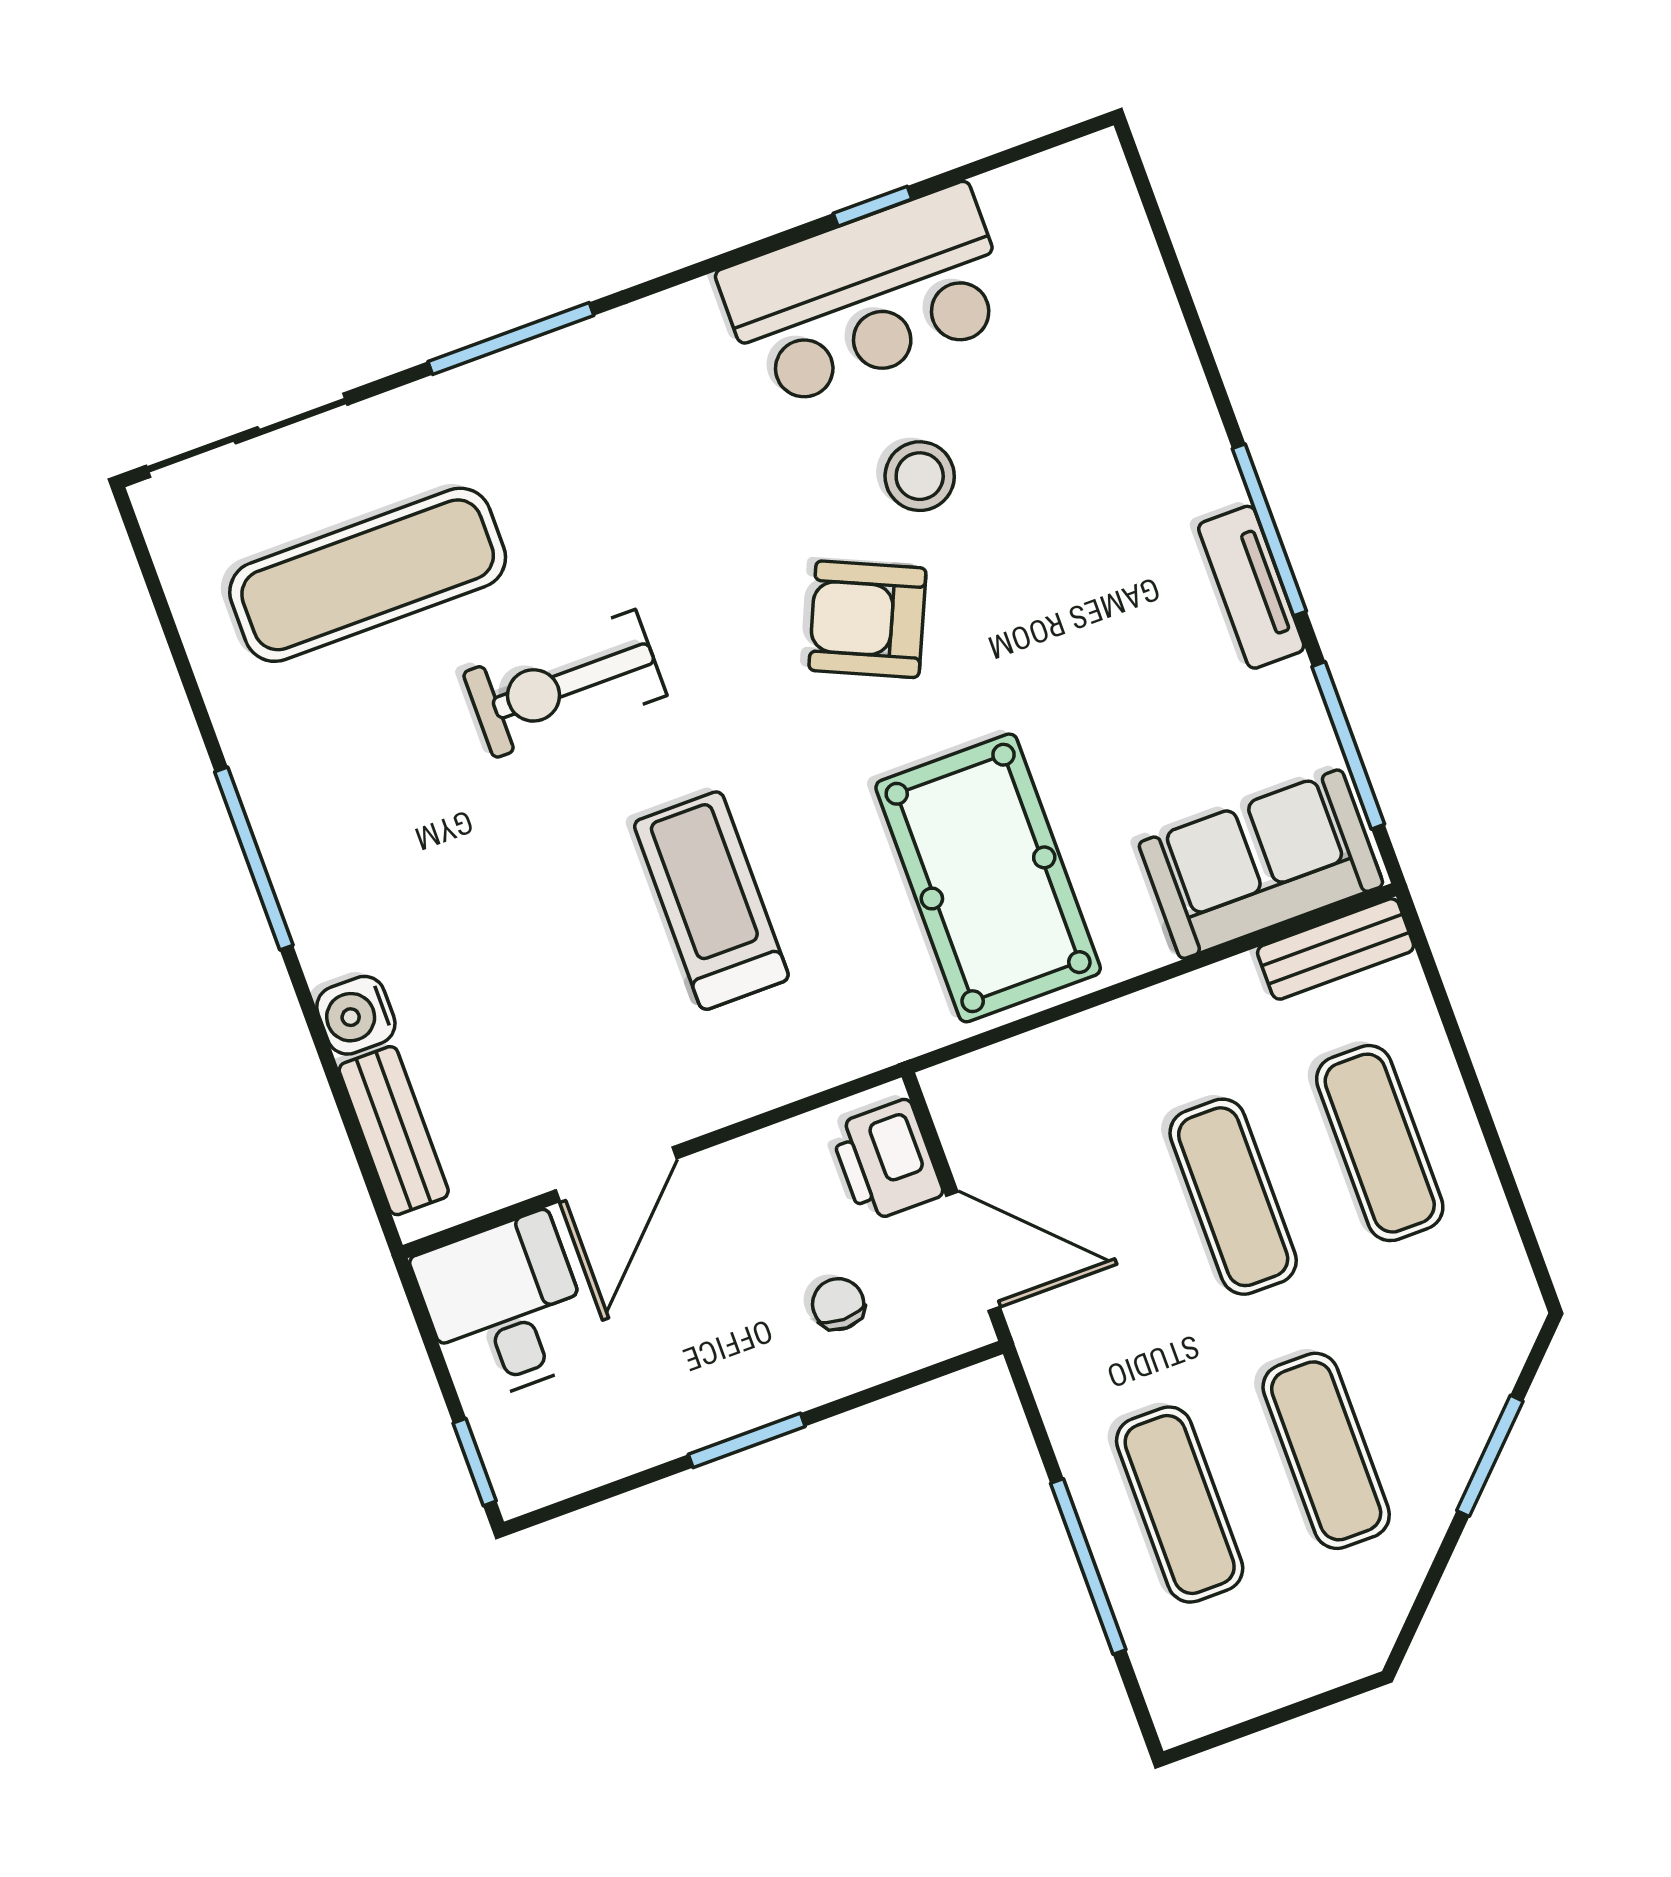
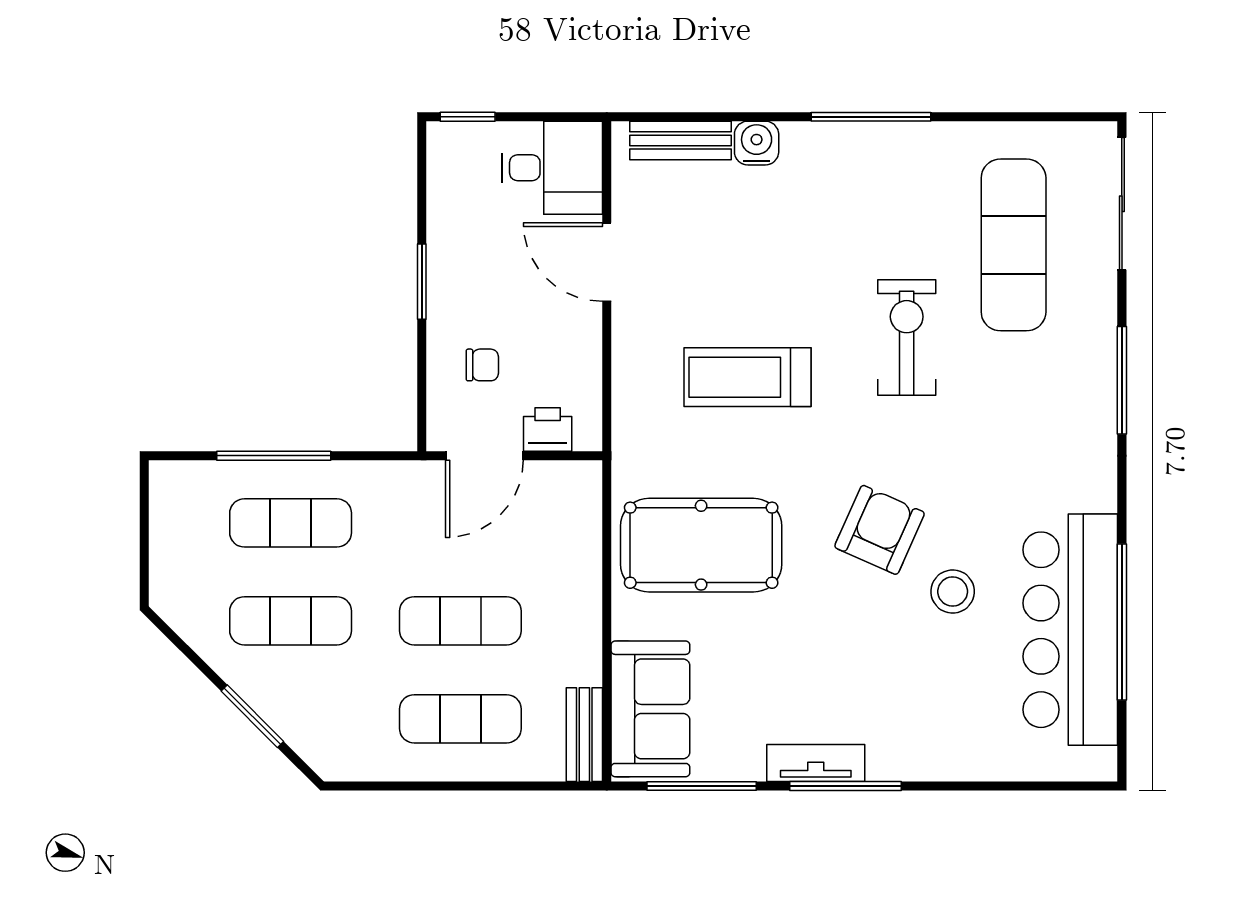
window: (873, 206) -> (1122, 622), width x3.17
bar counter: (866, 296) -> (1070, 630), width x1.36
treadmill: (711, 901) -> (747, 377), turned 180
printer: (886, 1161) -> (548, 429), width x0.73, depth x0.81

